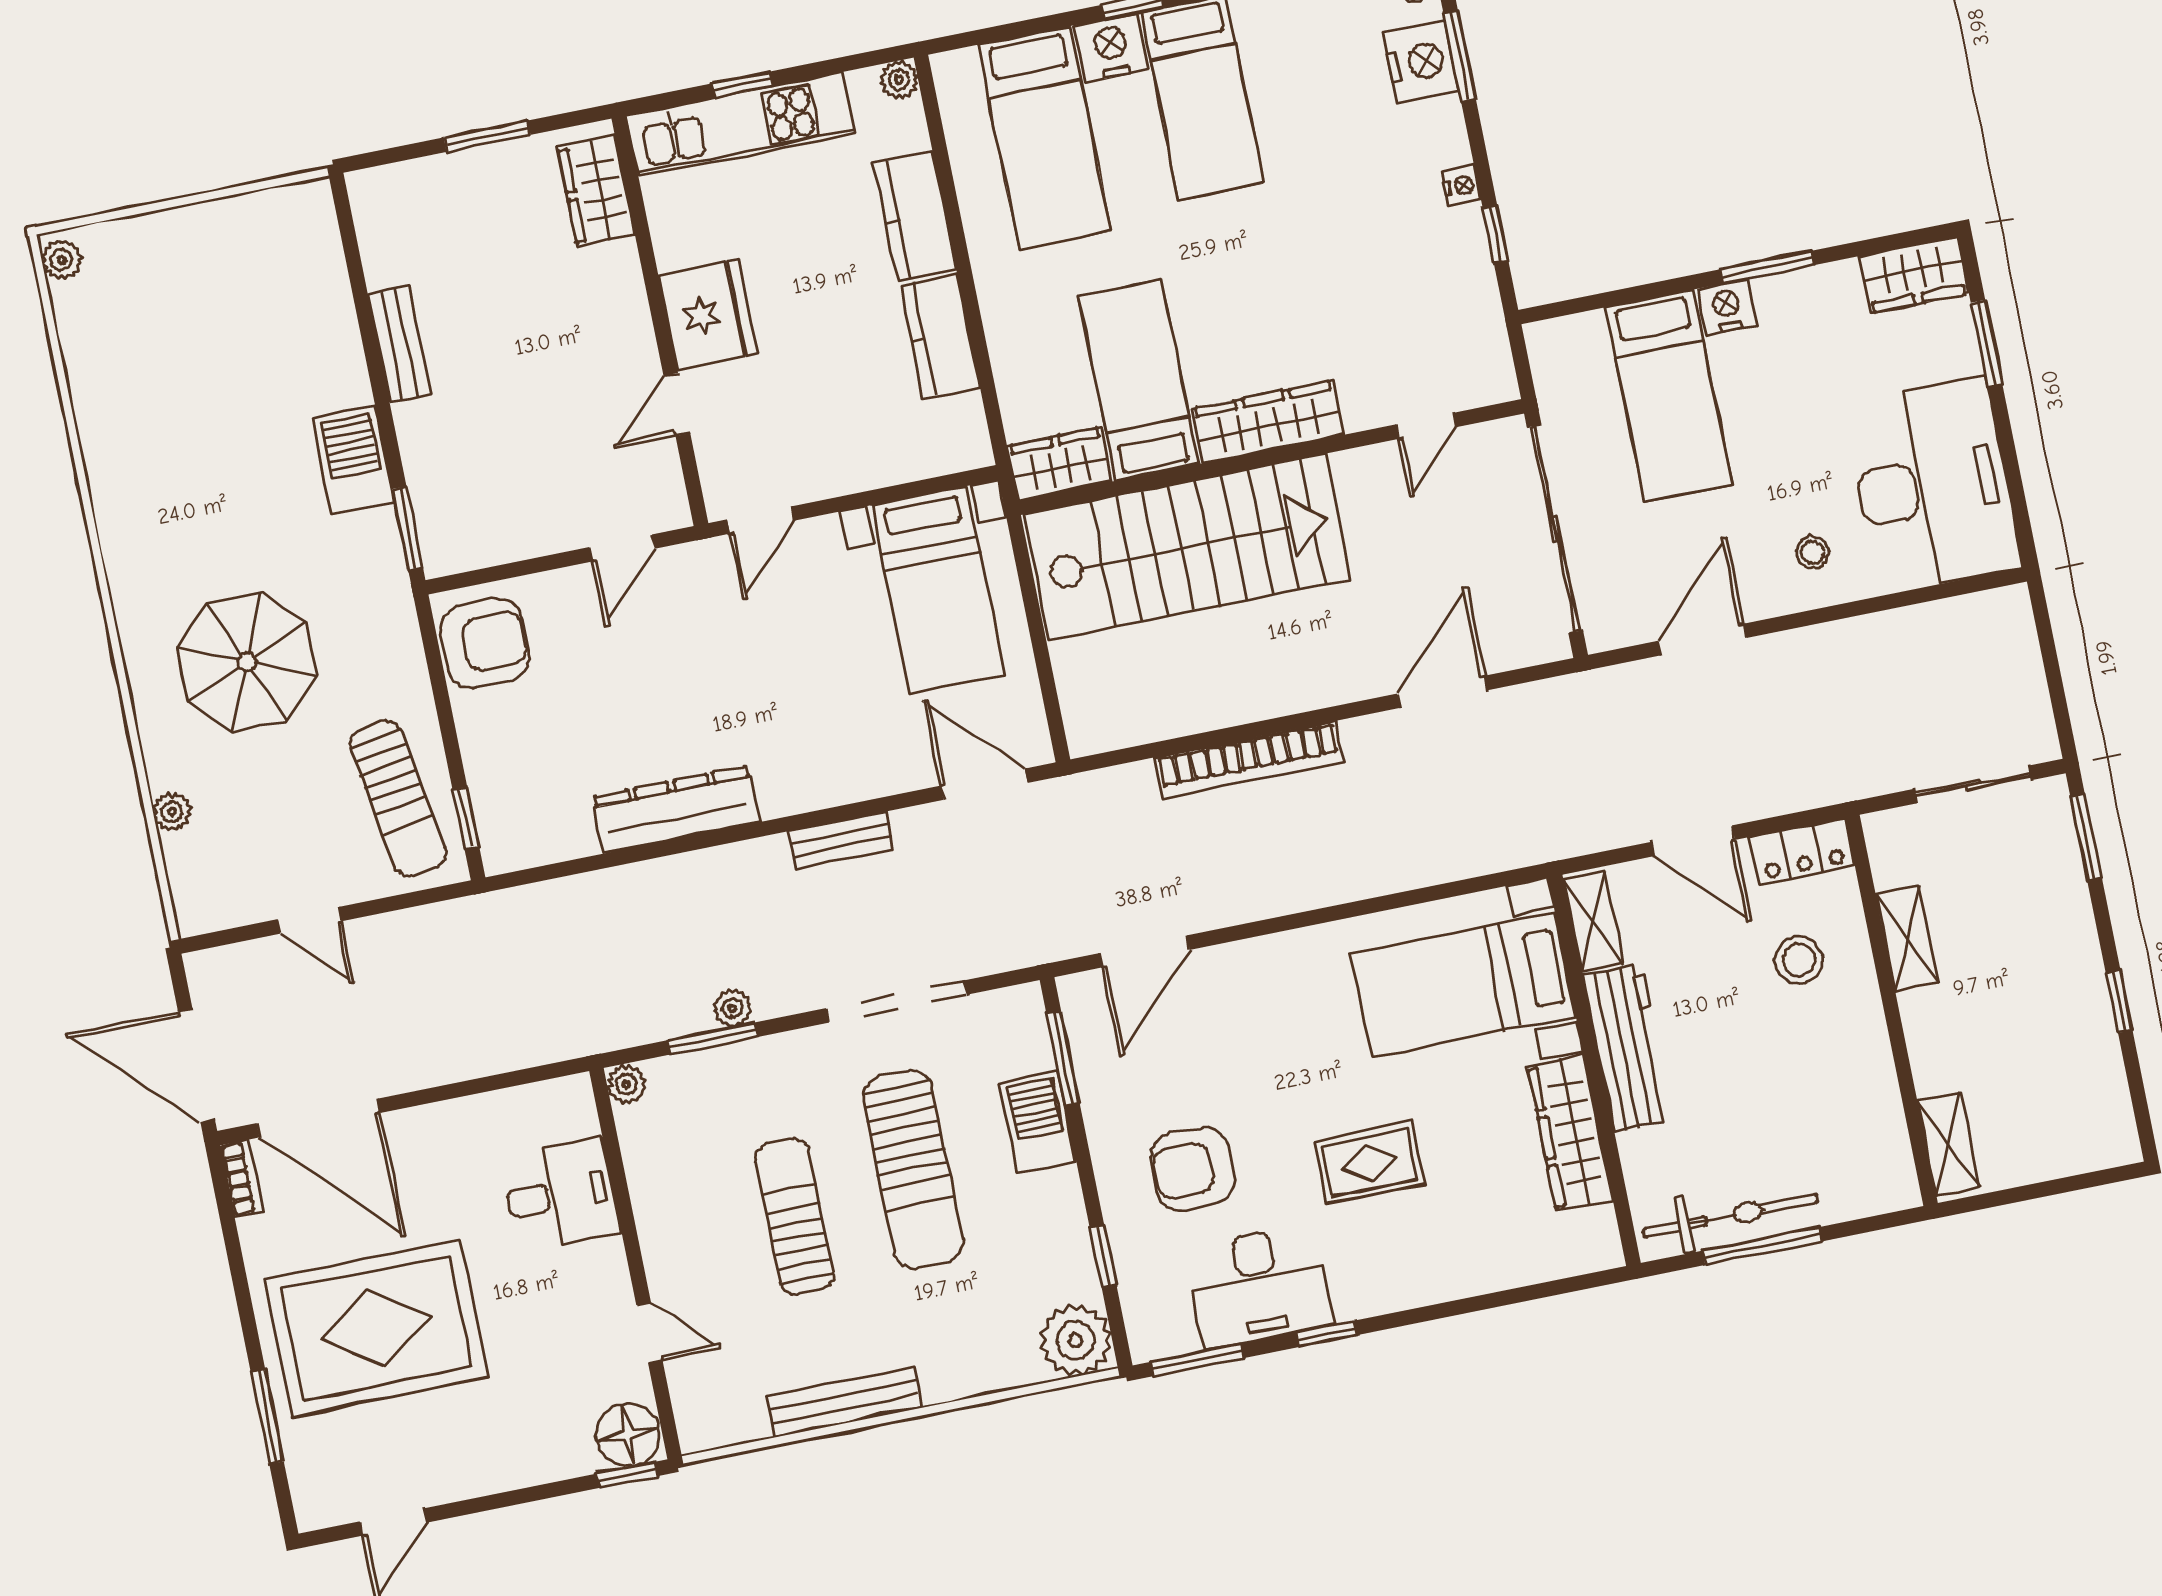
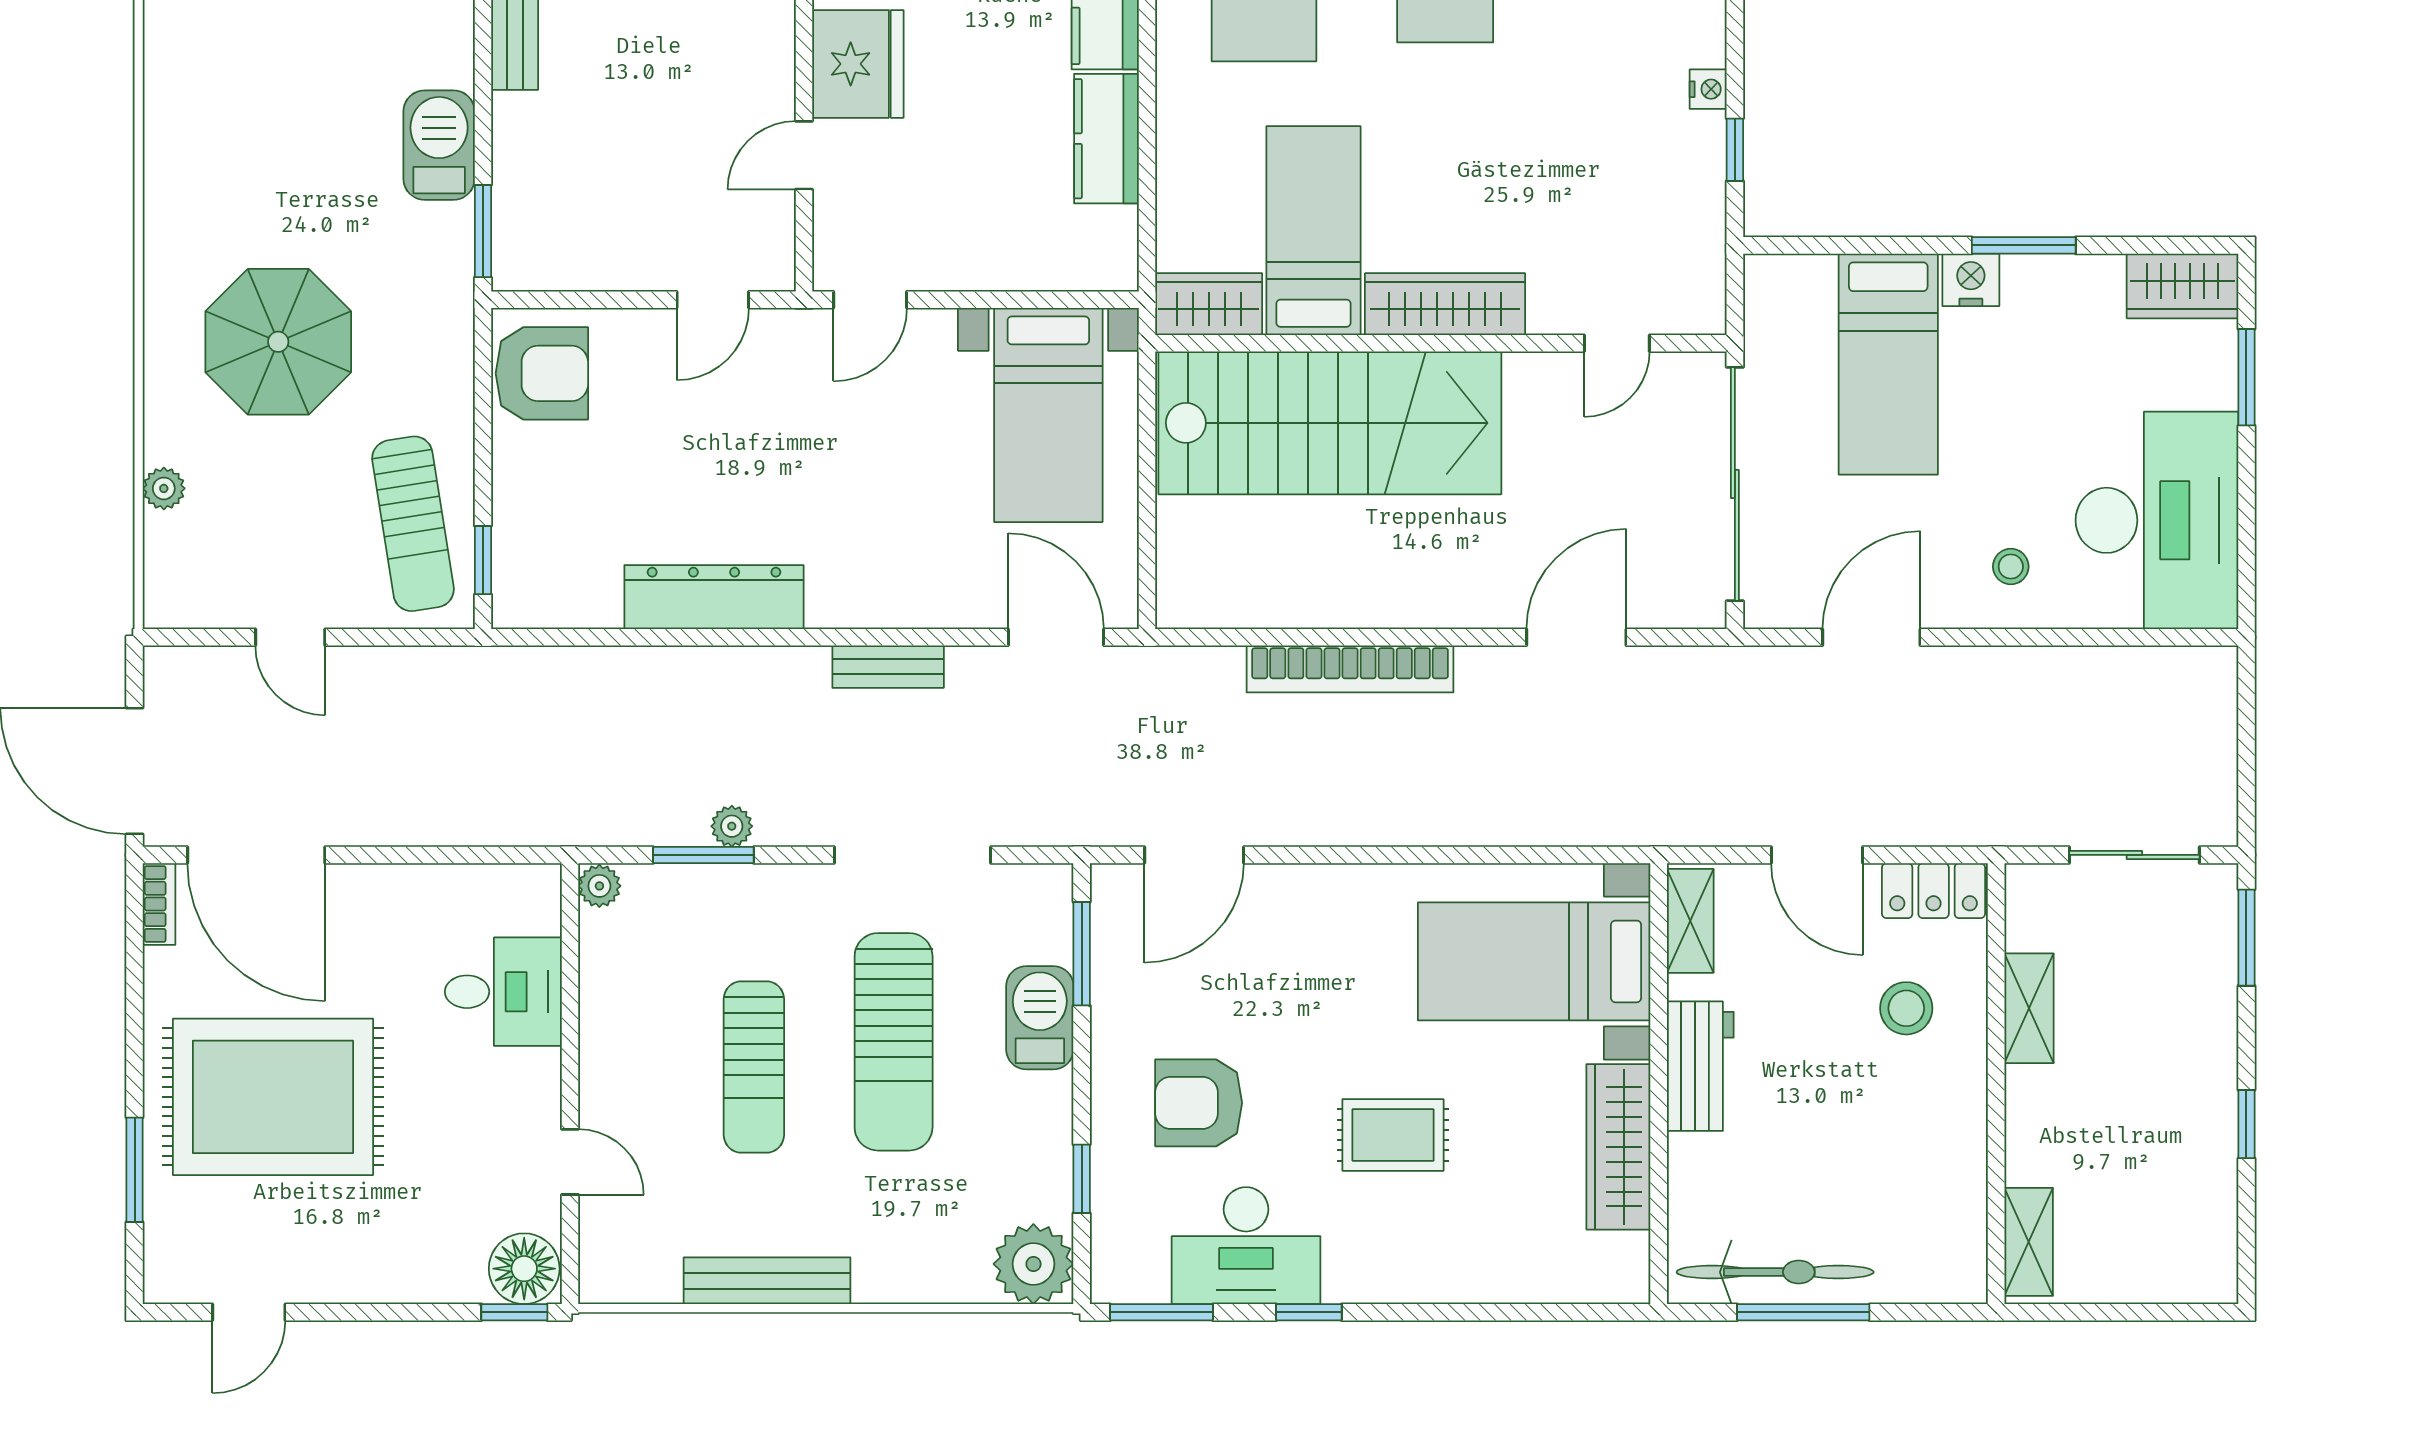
workbench: (1628, 1048) -> (1700, 1066), width x0.73
sun lounger: (794, 1216) -> (754, 1067), turned 180

